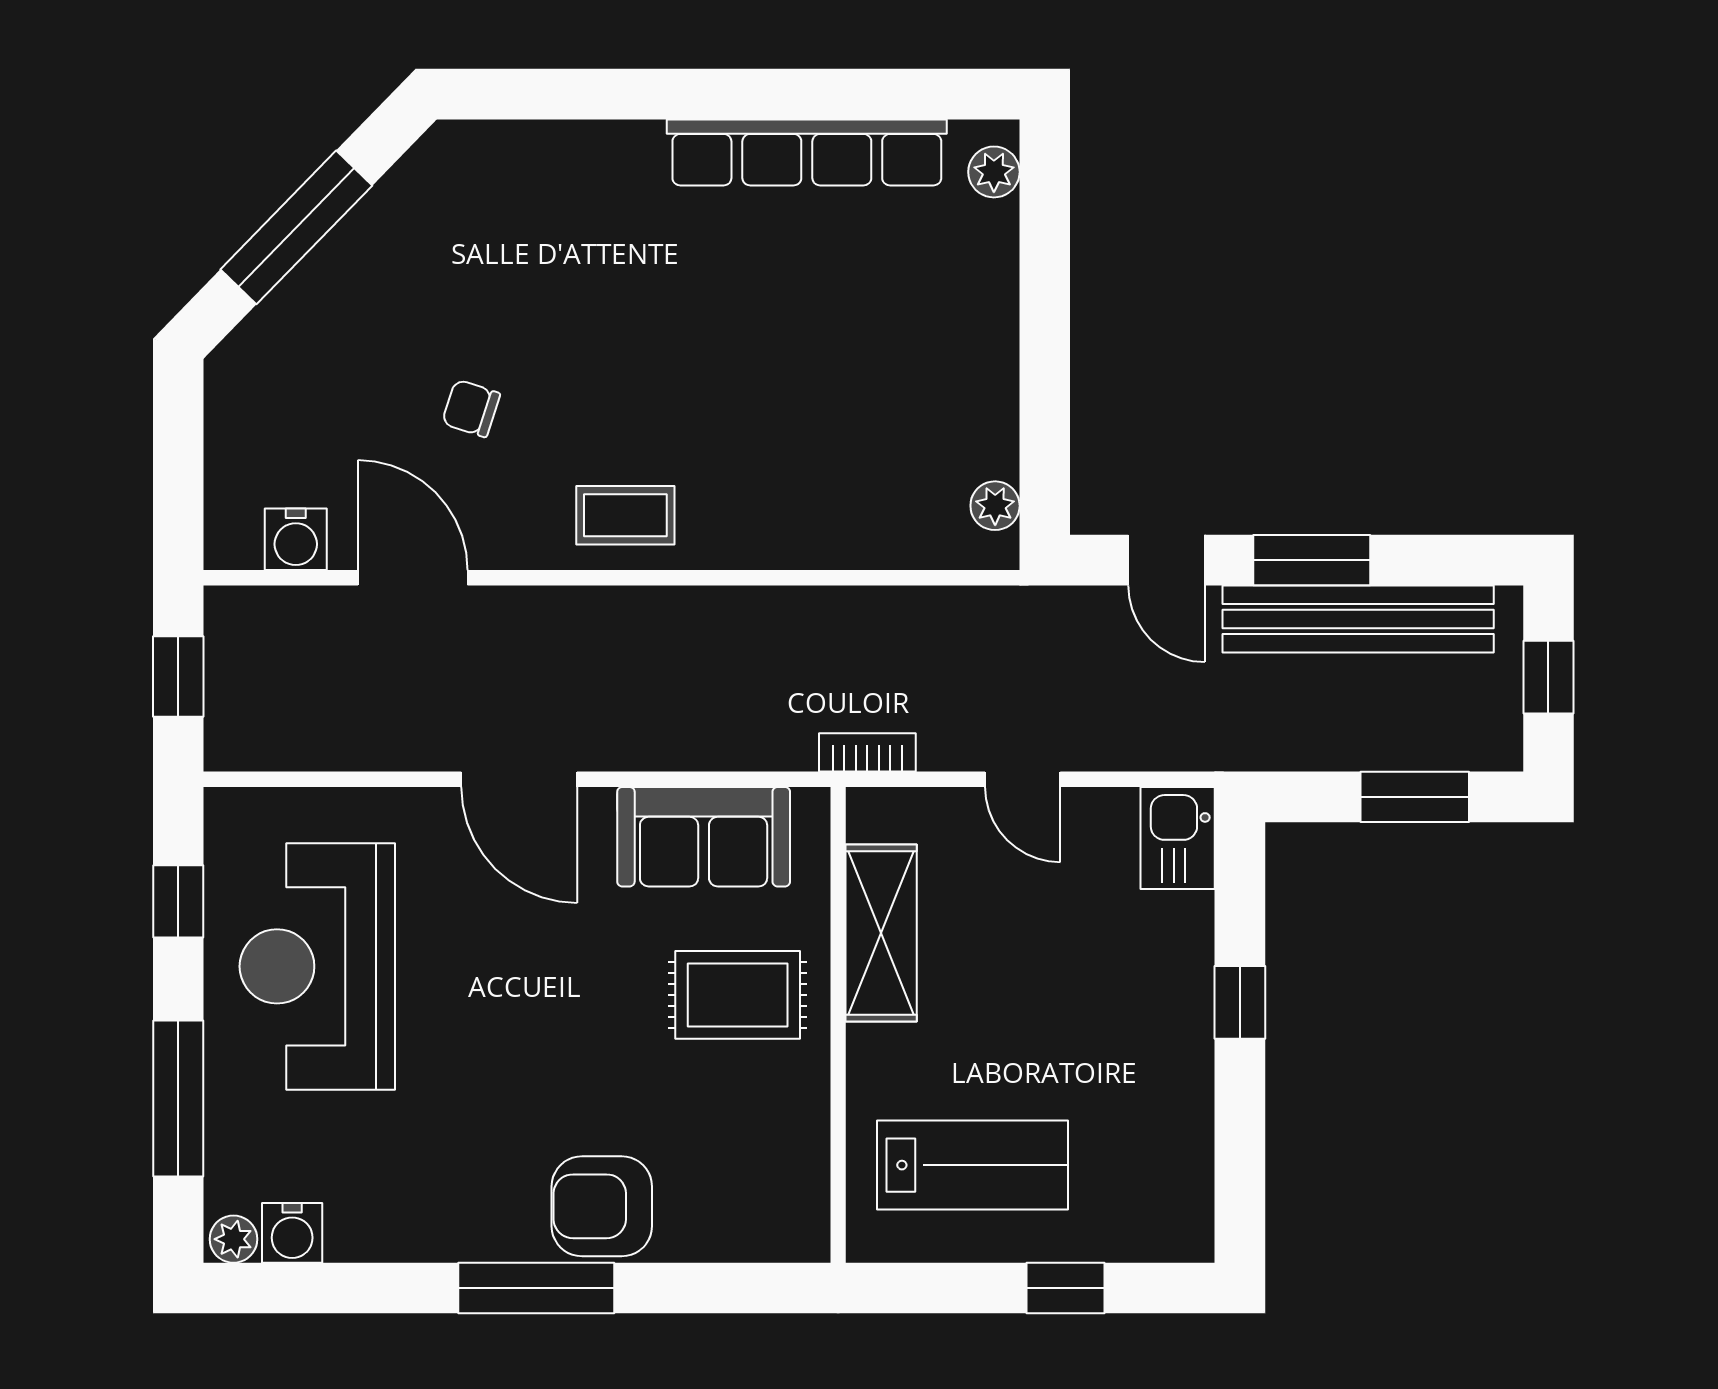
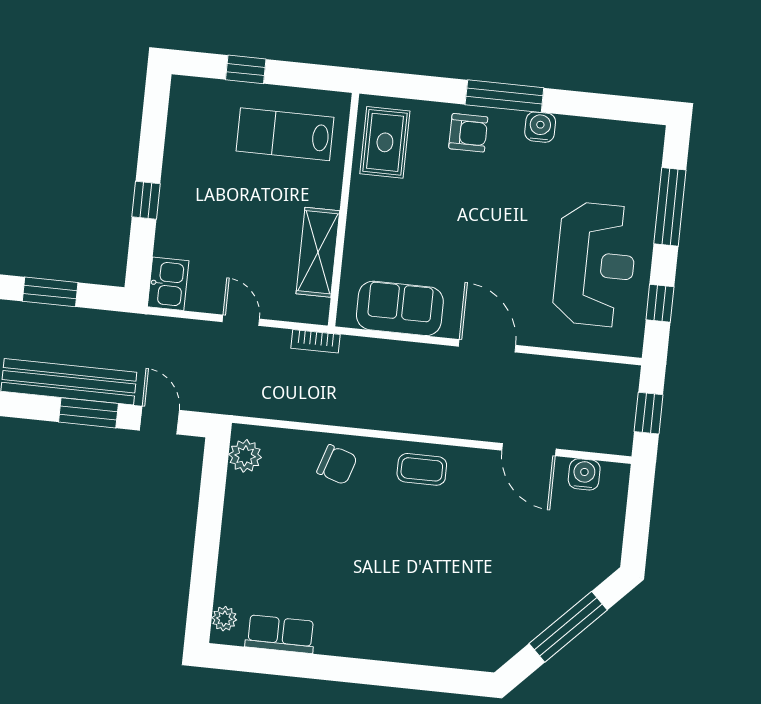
row of seats: (807, 152) -> (280, 634), width x0.50
chair: (471, 408) -> (337, 465), moved, width x1.37, depth x1.37
plant: (995, 506) -> (245, 456), width x1.38, depth x1.38
rug: (738, 995) -> (385, 142), moved, turned 90
armchair: (602, 1206) -> (468, 133), width x0.72, depth x0.72
water cooler: (292, 1233) -> (540, 127), moved
plant: (233, 1239) -> (650, 135), removed

